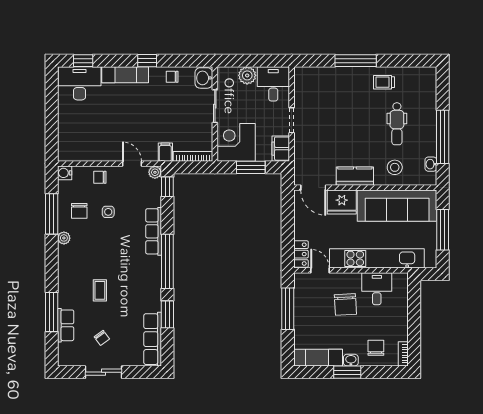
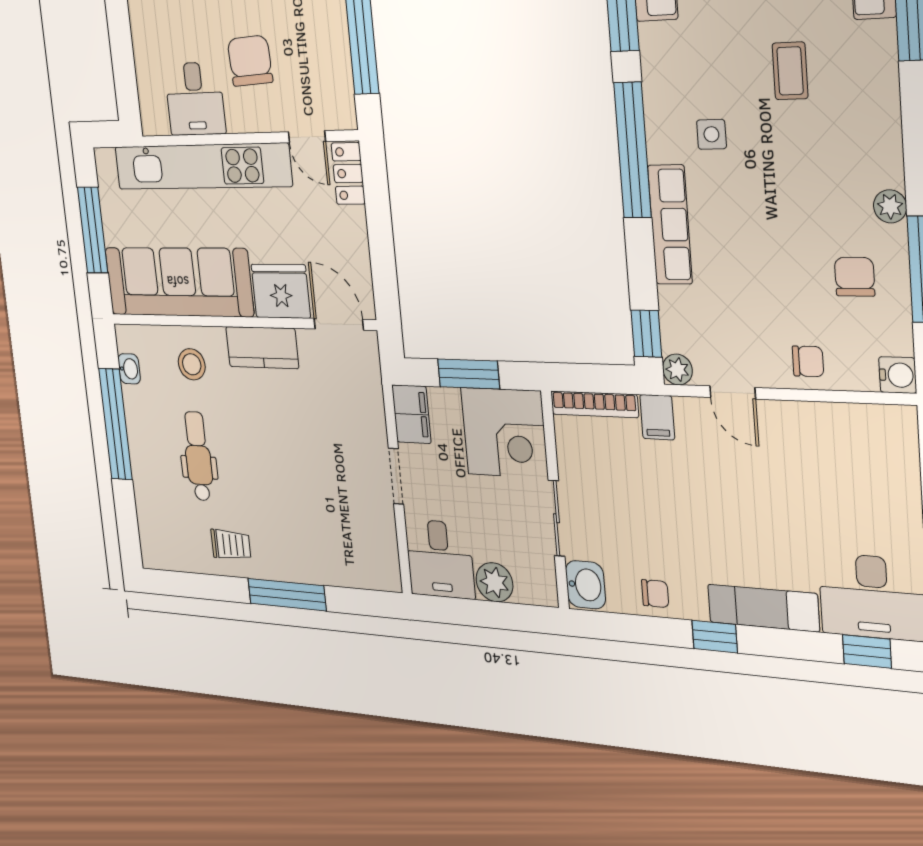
side table: (108, 212) -> (711, 134), moved

